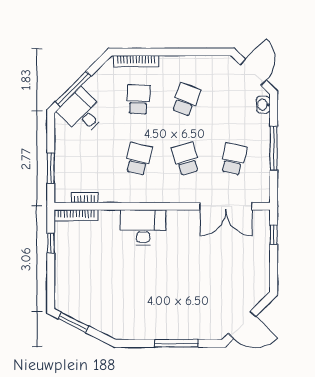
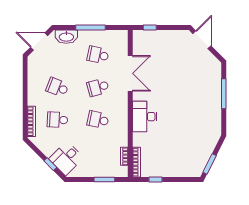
window: (73, 89) -> (50, 164), width x0.46
washbasin: (263, 105) -> (66, 37), width x1.91, depth x1.45
double door: (226, 206) -> (130, 73), moved
door: (242, 325) -> (202, 40), moved

